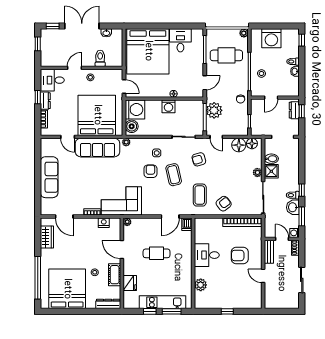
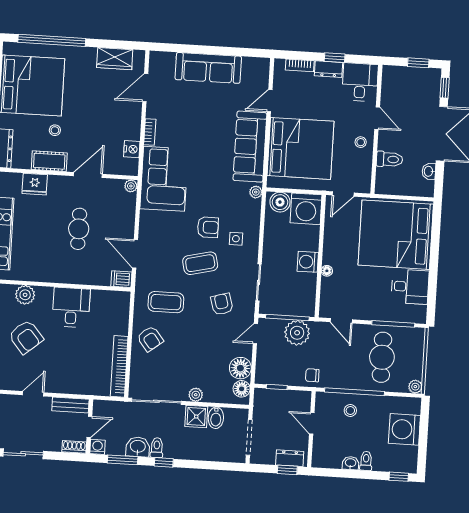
armchair: (240, 255) -> (26, 337), moved, turned 140

